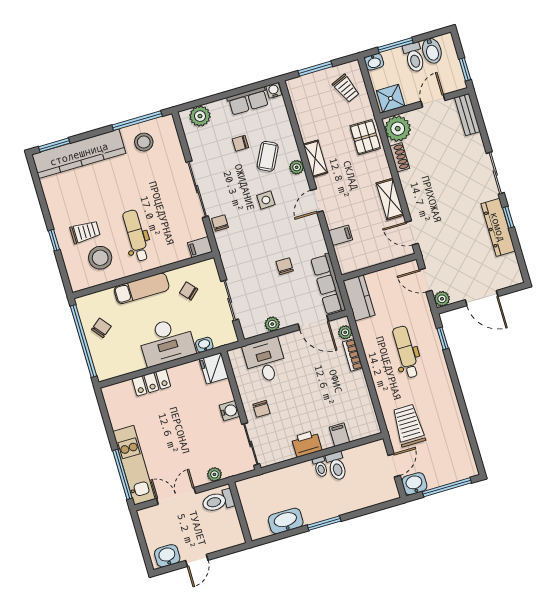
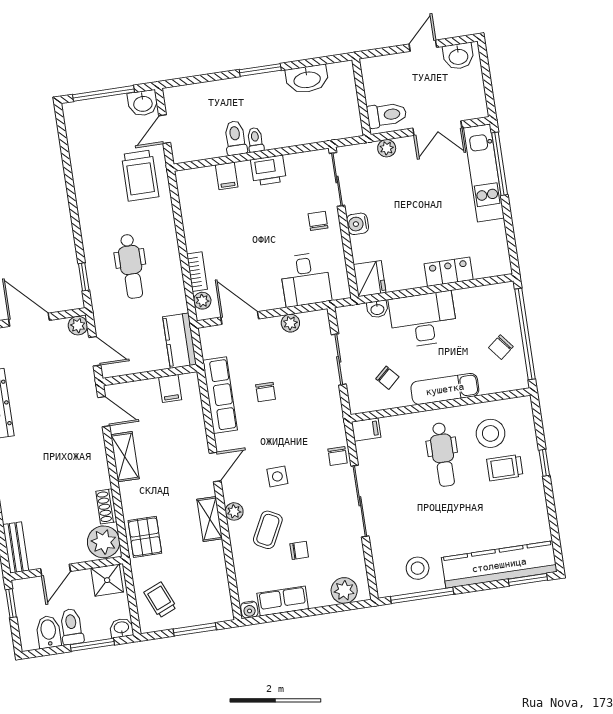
filing cabinet: (341, 235) -> (170, 388), moved, turned -90
row of seats: (328, 284) -> (220, 395), moved

